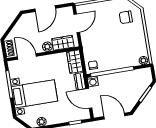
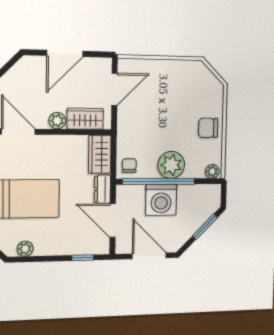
chair: (126, 17) -> (208, 128), moved
plant: (118, 61) -> (171, 165), added
washing machine: (93, 81) -> (161, 200), moved, width x1.89, depth x1.89

